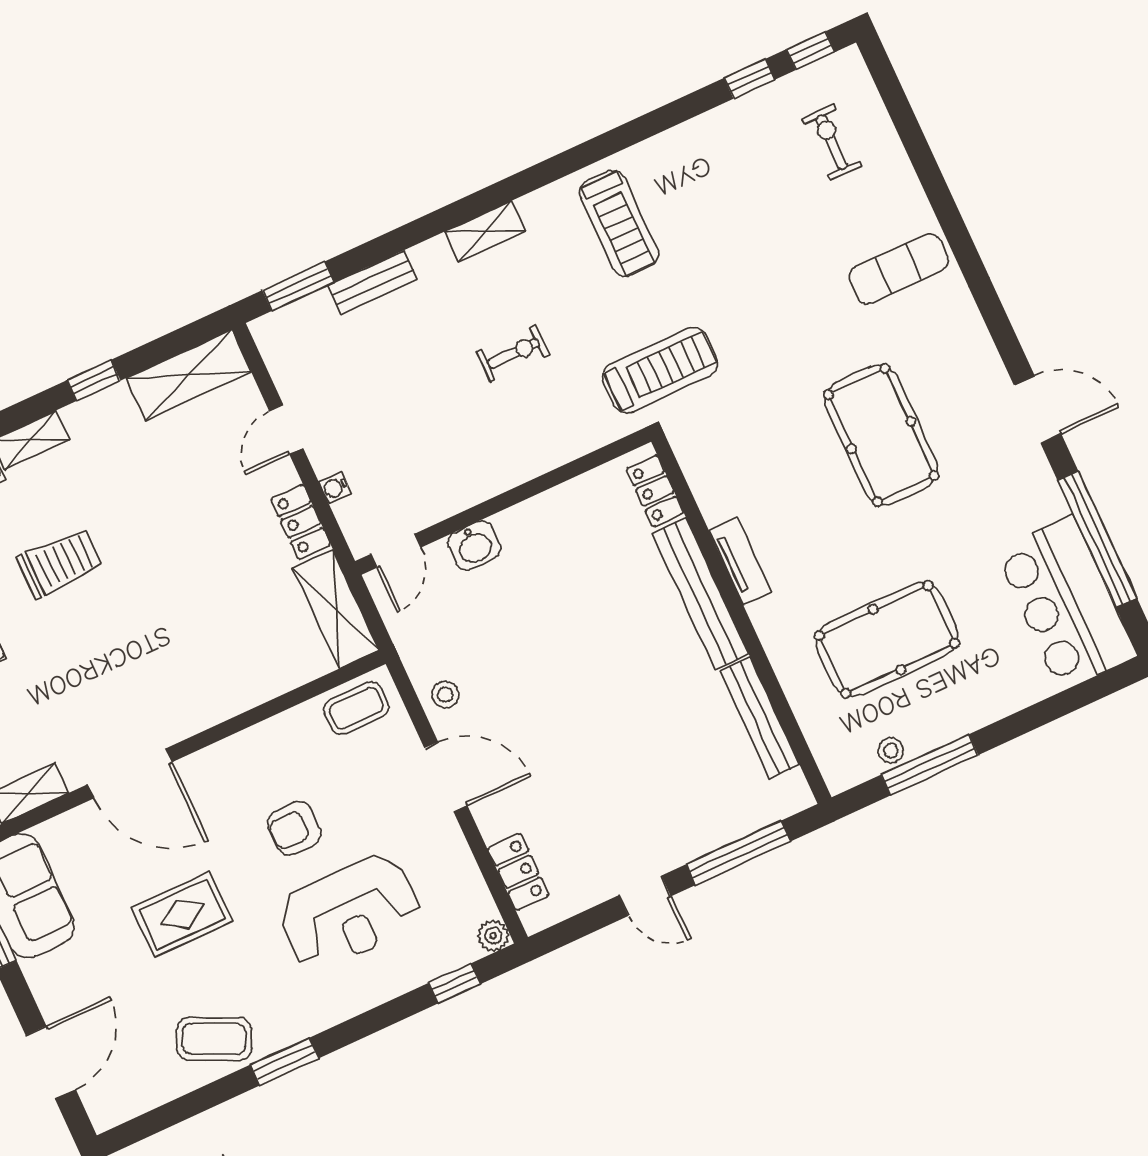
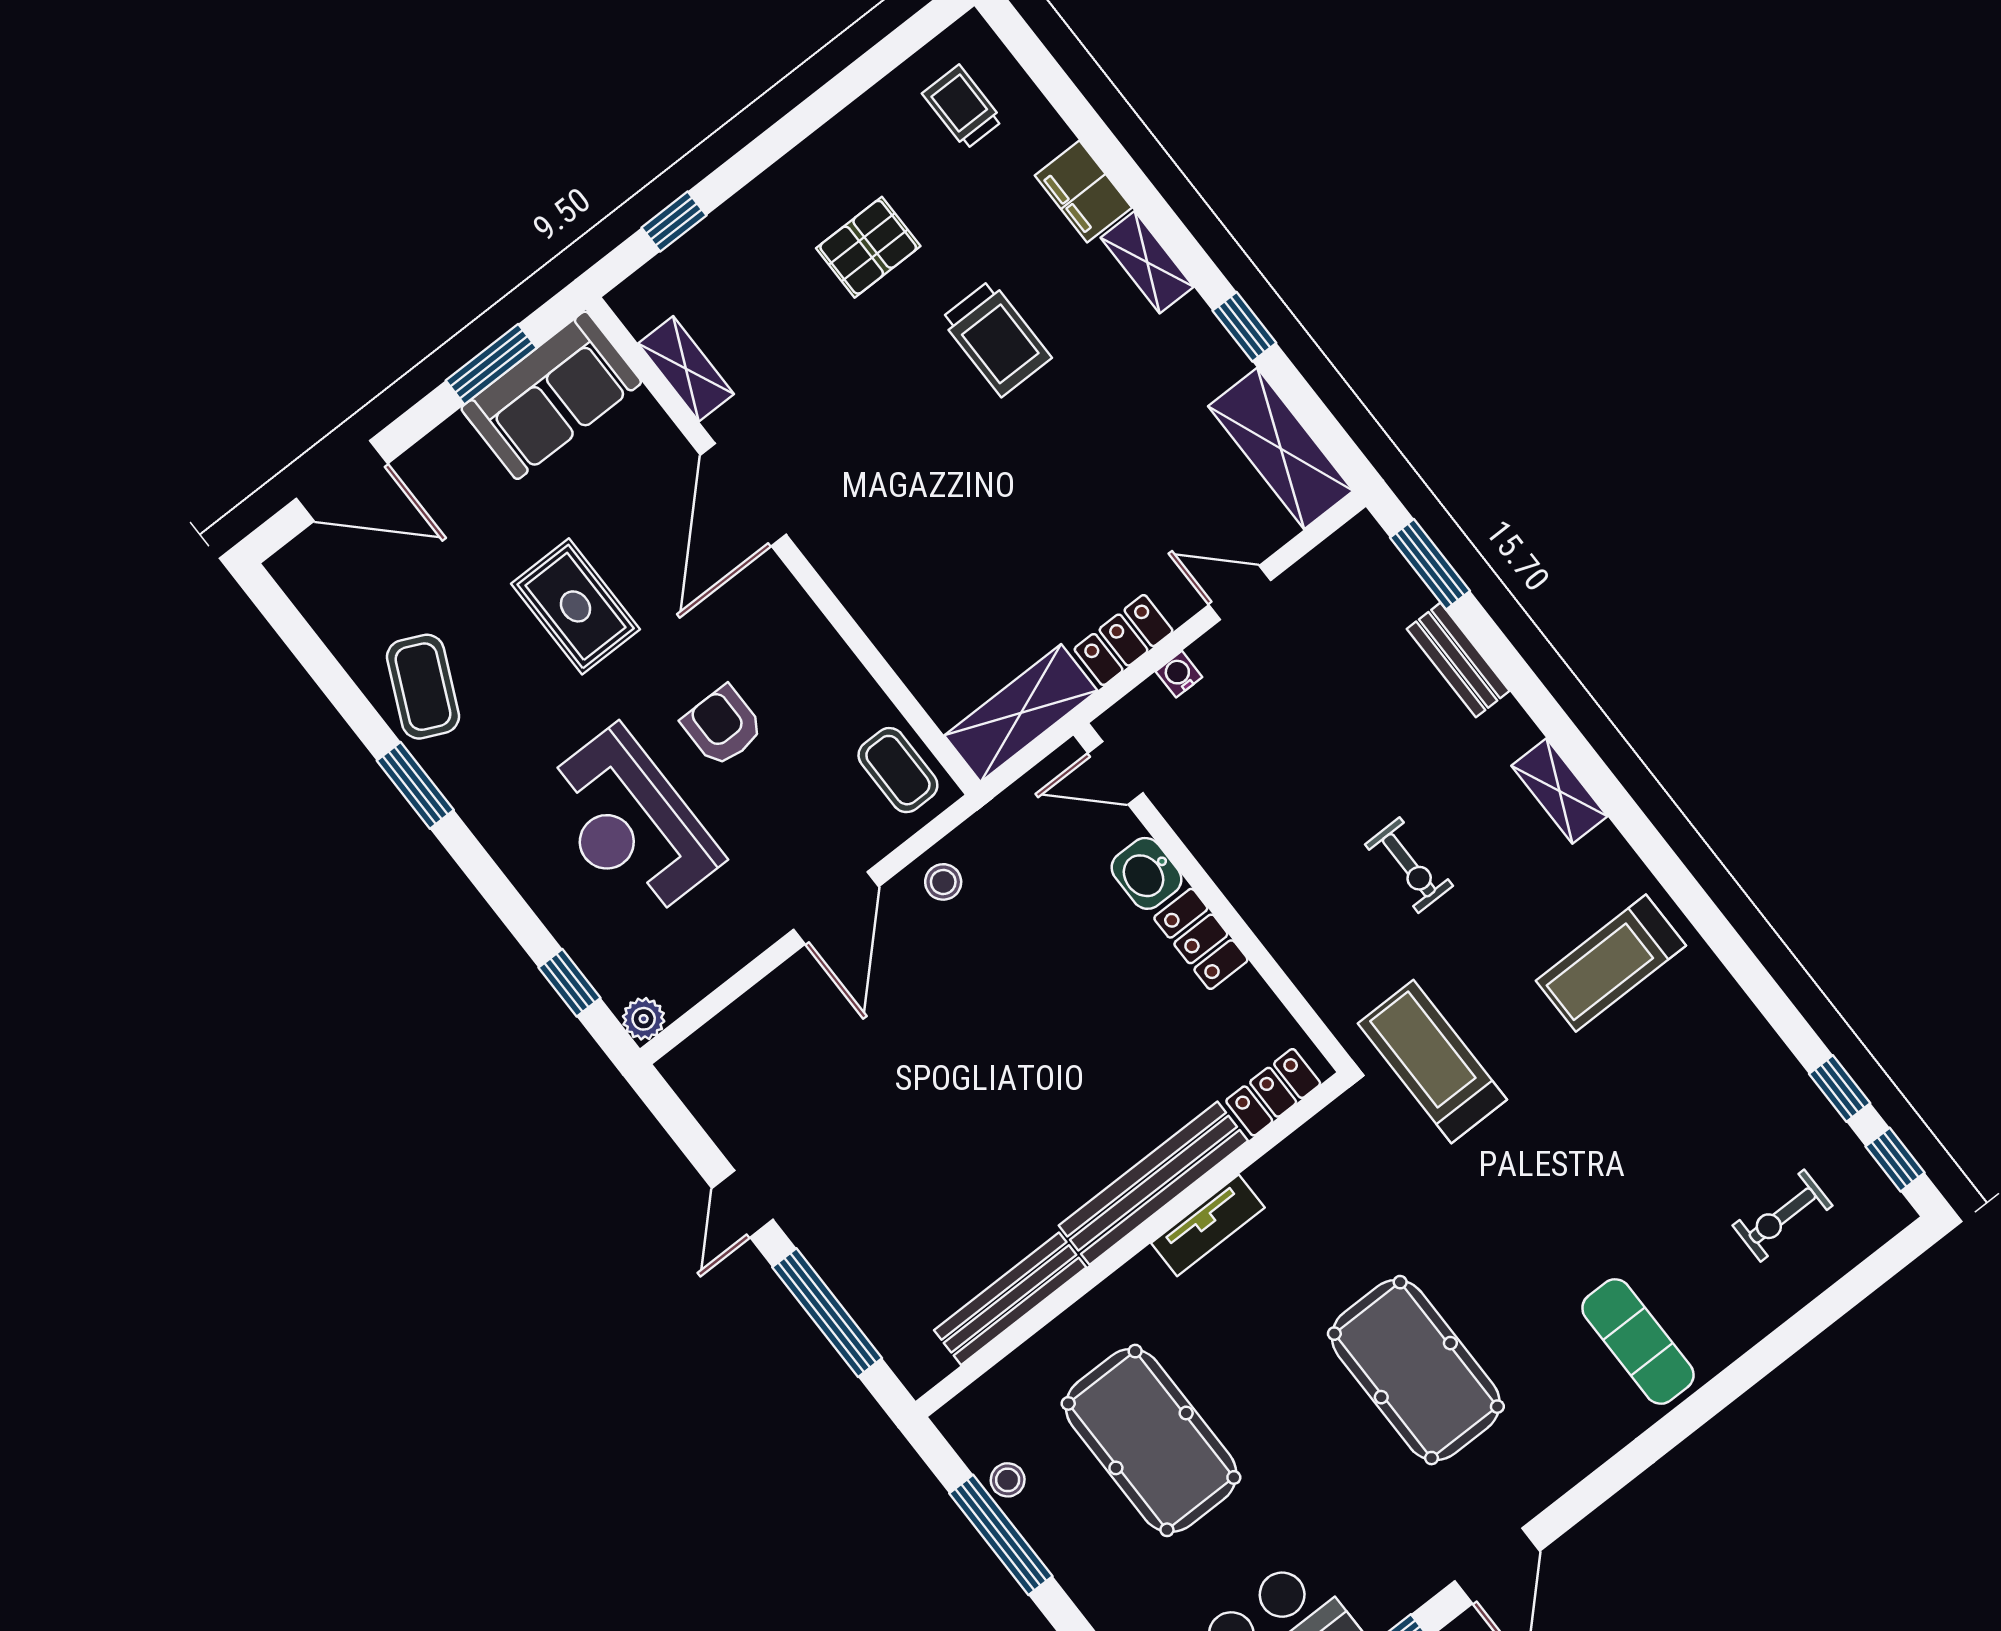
exercise bike: (832, 142) -> (1782, 1216), turned 180
treadmill: (660, 370) -> (1432, 1062), turned 180
pool table: (881, 435) -> (1416, 1370), turned 90
locker: (518, 872) -> (1201, 939), moved, turned 90

